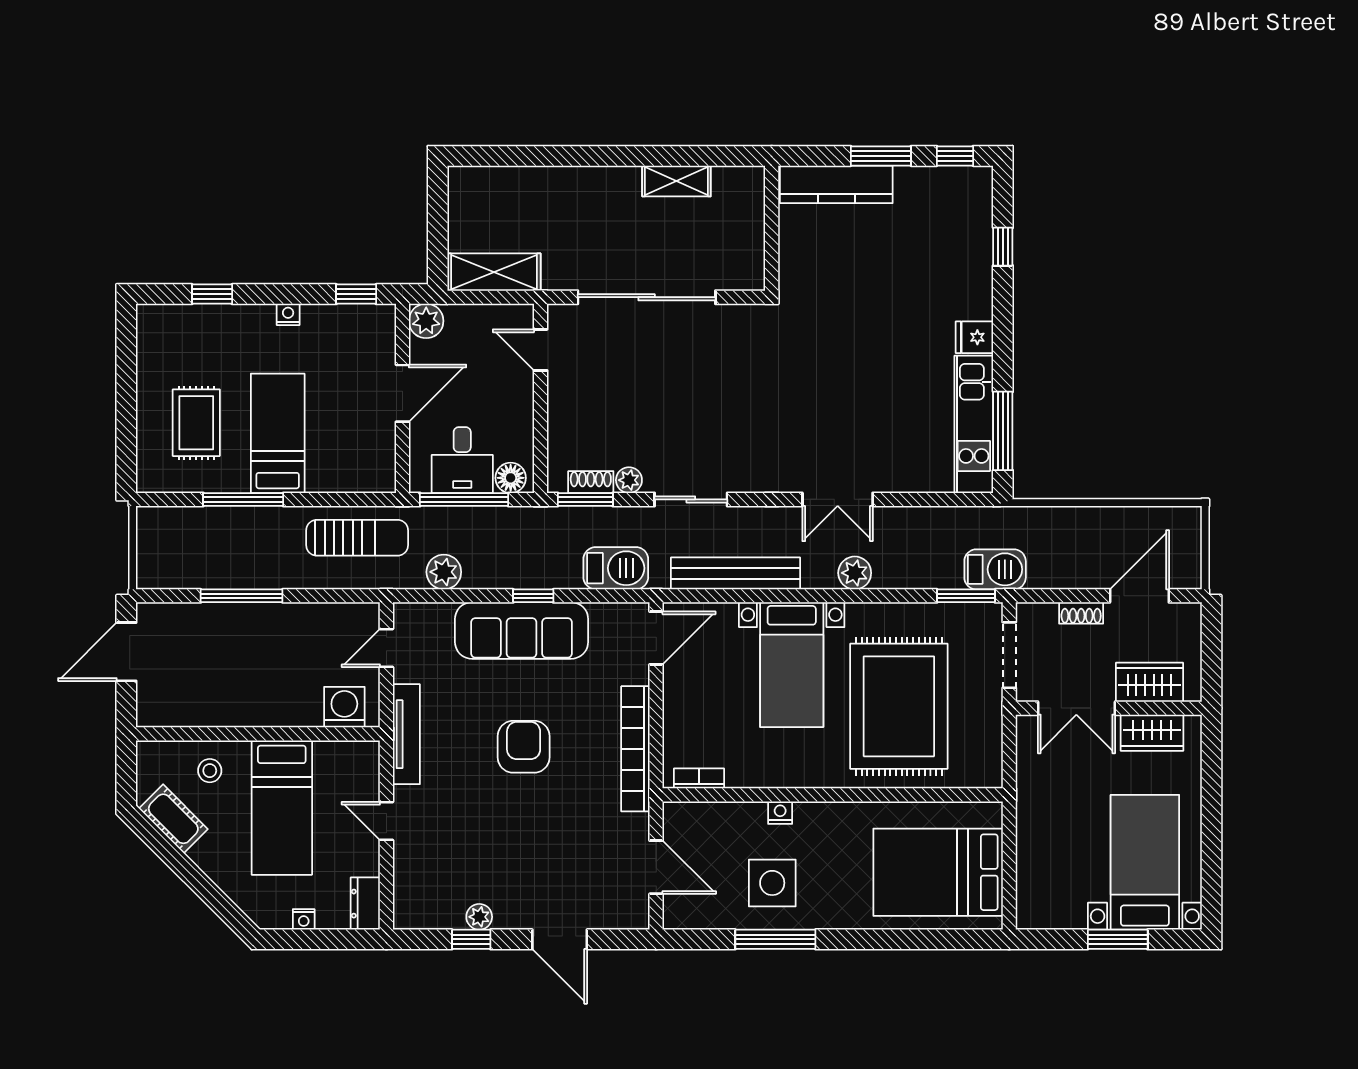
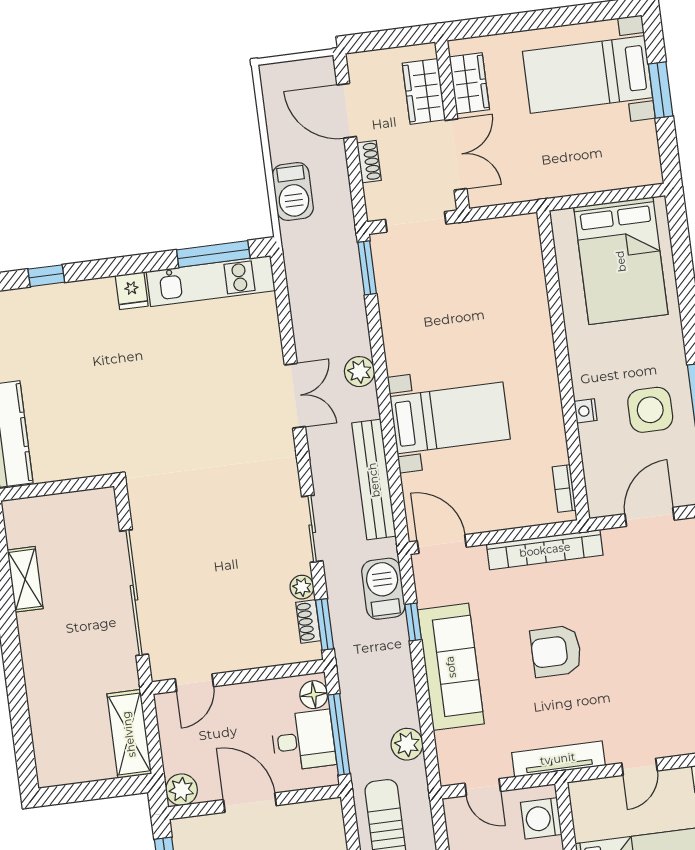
barbecue: (995, 569) -> (293, 191), moved, turned 180
window: (533, 596) -> (413, 622), moved
rug: (899, 706) -> (475, 316), removed

